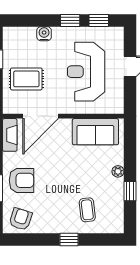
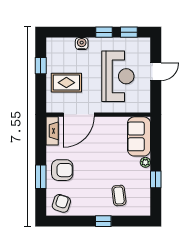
reception desk: (86, 72) -> (118, 76), turned 180
sofa: (95, 132) -> (139, 136), moved, turned 90

